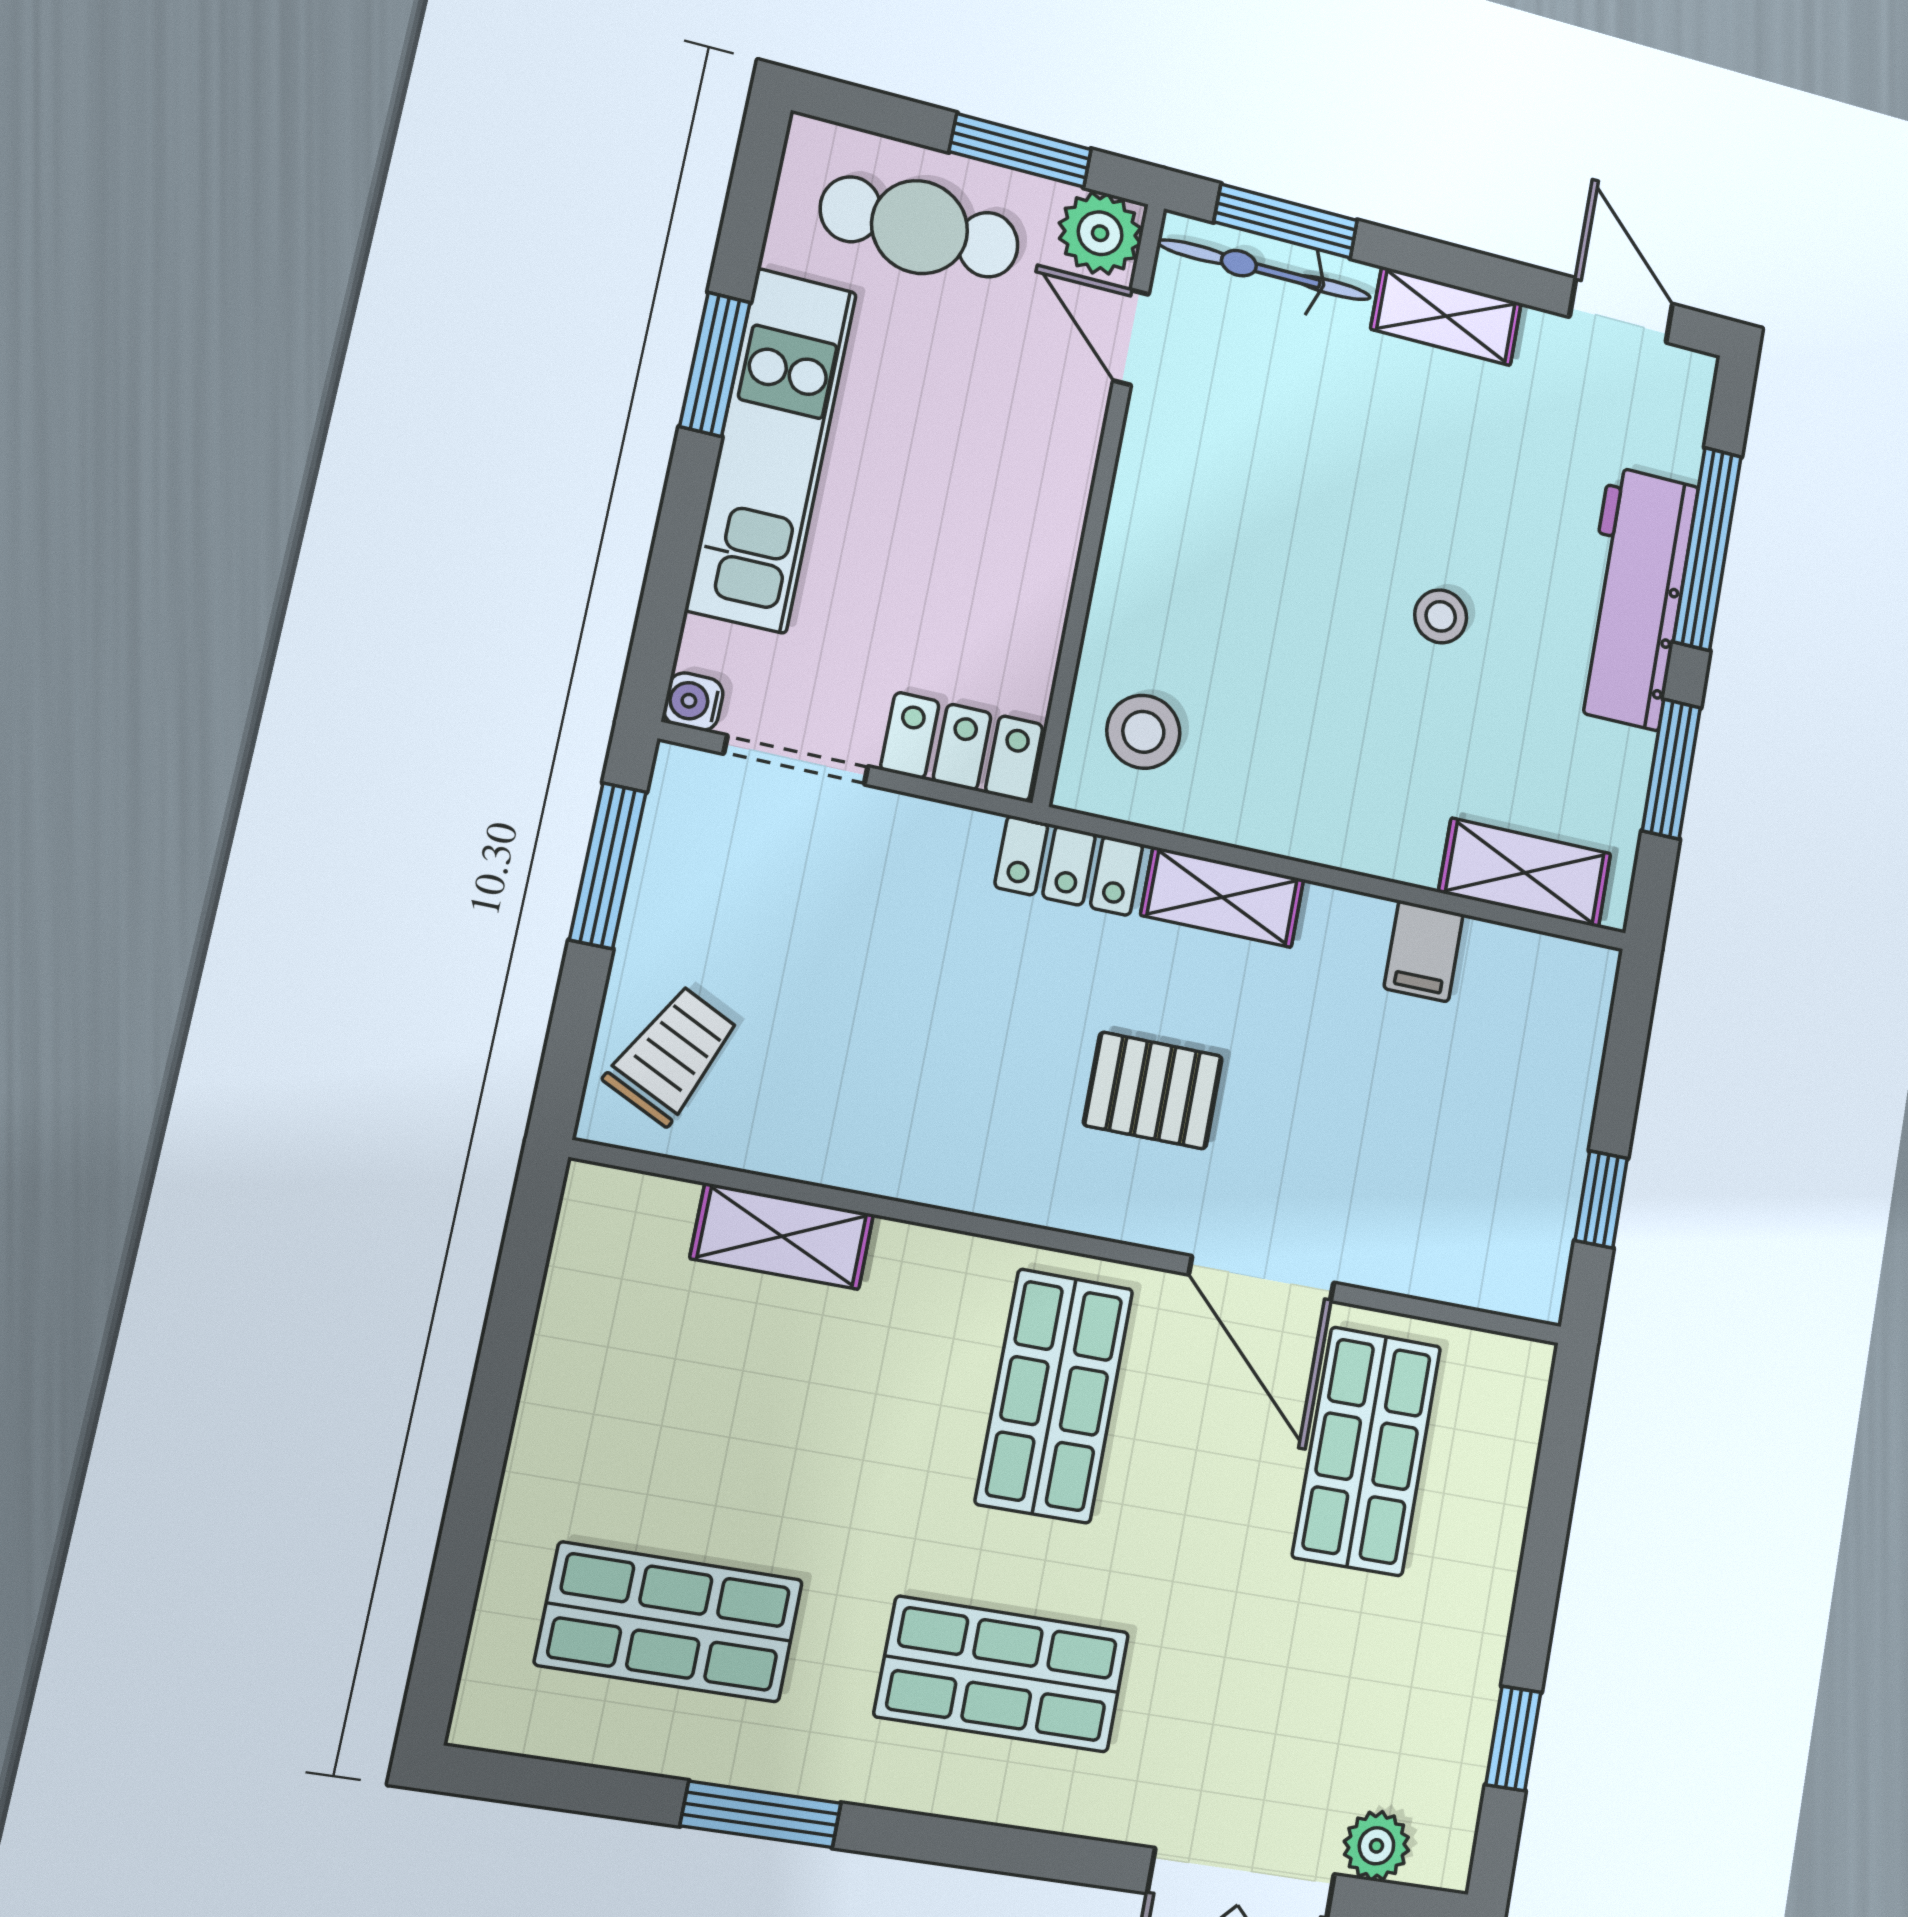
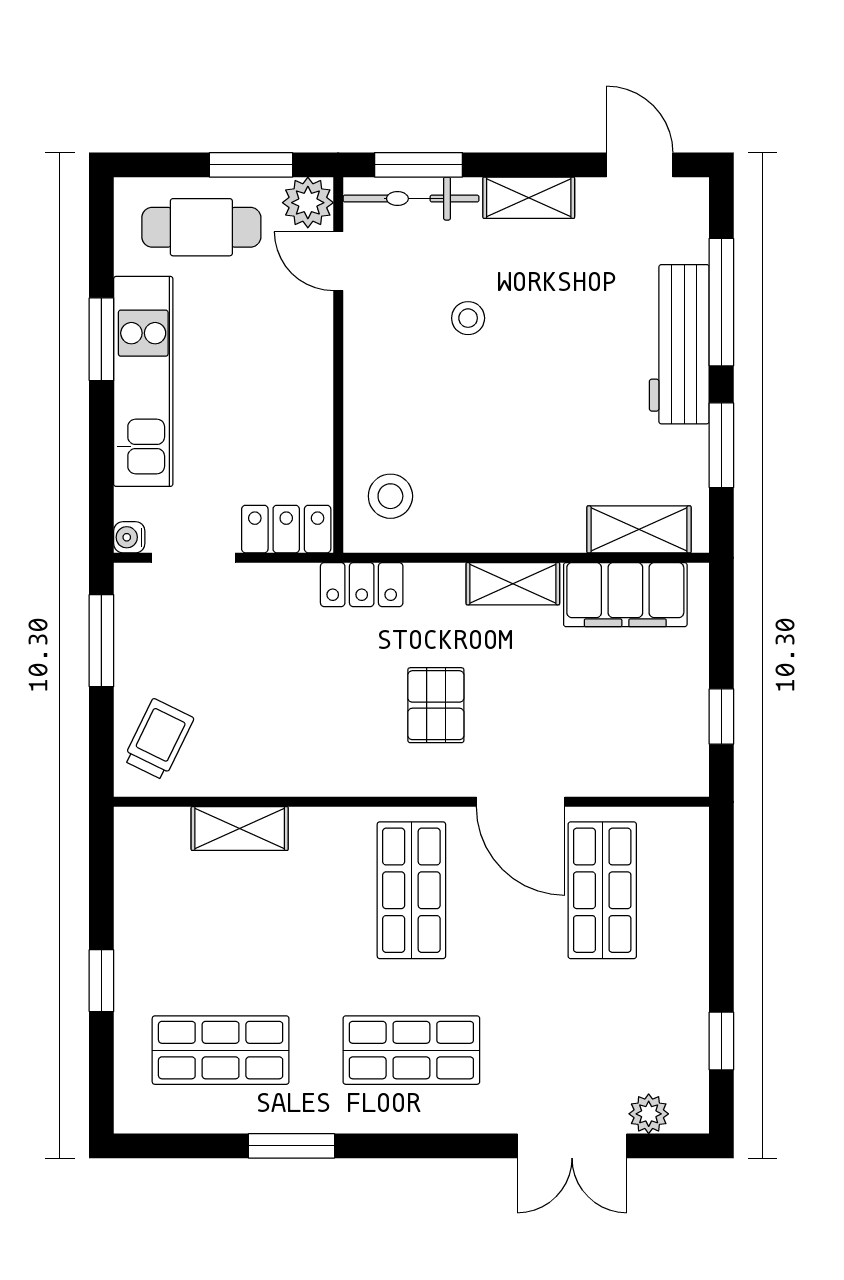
stool: (1441, 616) -> (468, 318), moved
shelving: (1222, 897) -> (513, 584), moved
filing cabinet: (1424, 951) -> (625, 595), width x3.00, depth x1.17
pallet: (1153, 1091) -> (436, 705), turned 90
window: (480, 1462) -> (101, 981), added

